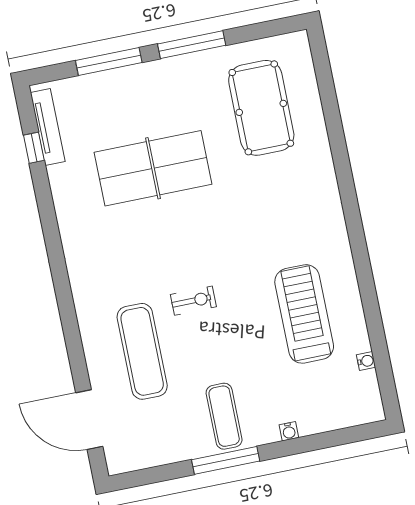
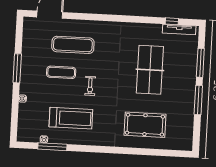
pool table: (261, 108) -> (145, 125), moved
exercise bike: (193, 301) -> (90, 86), moved
window: (377, 338) -> (52, 147), added
exercise mat: (224, 416) -> (61, 72), moved

